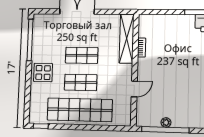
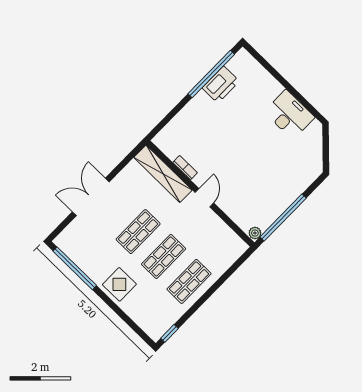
door: (134, 89) -> (204, 198), moved
shop shelf: (80, 110) -> (189, 281), width x0.50, depth x0.74
plant: (166, 122) -> (255, 233), moved

